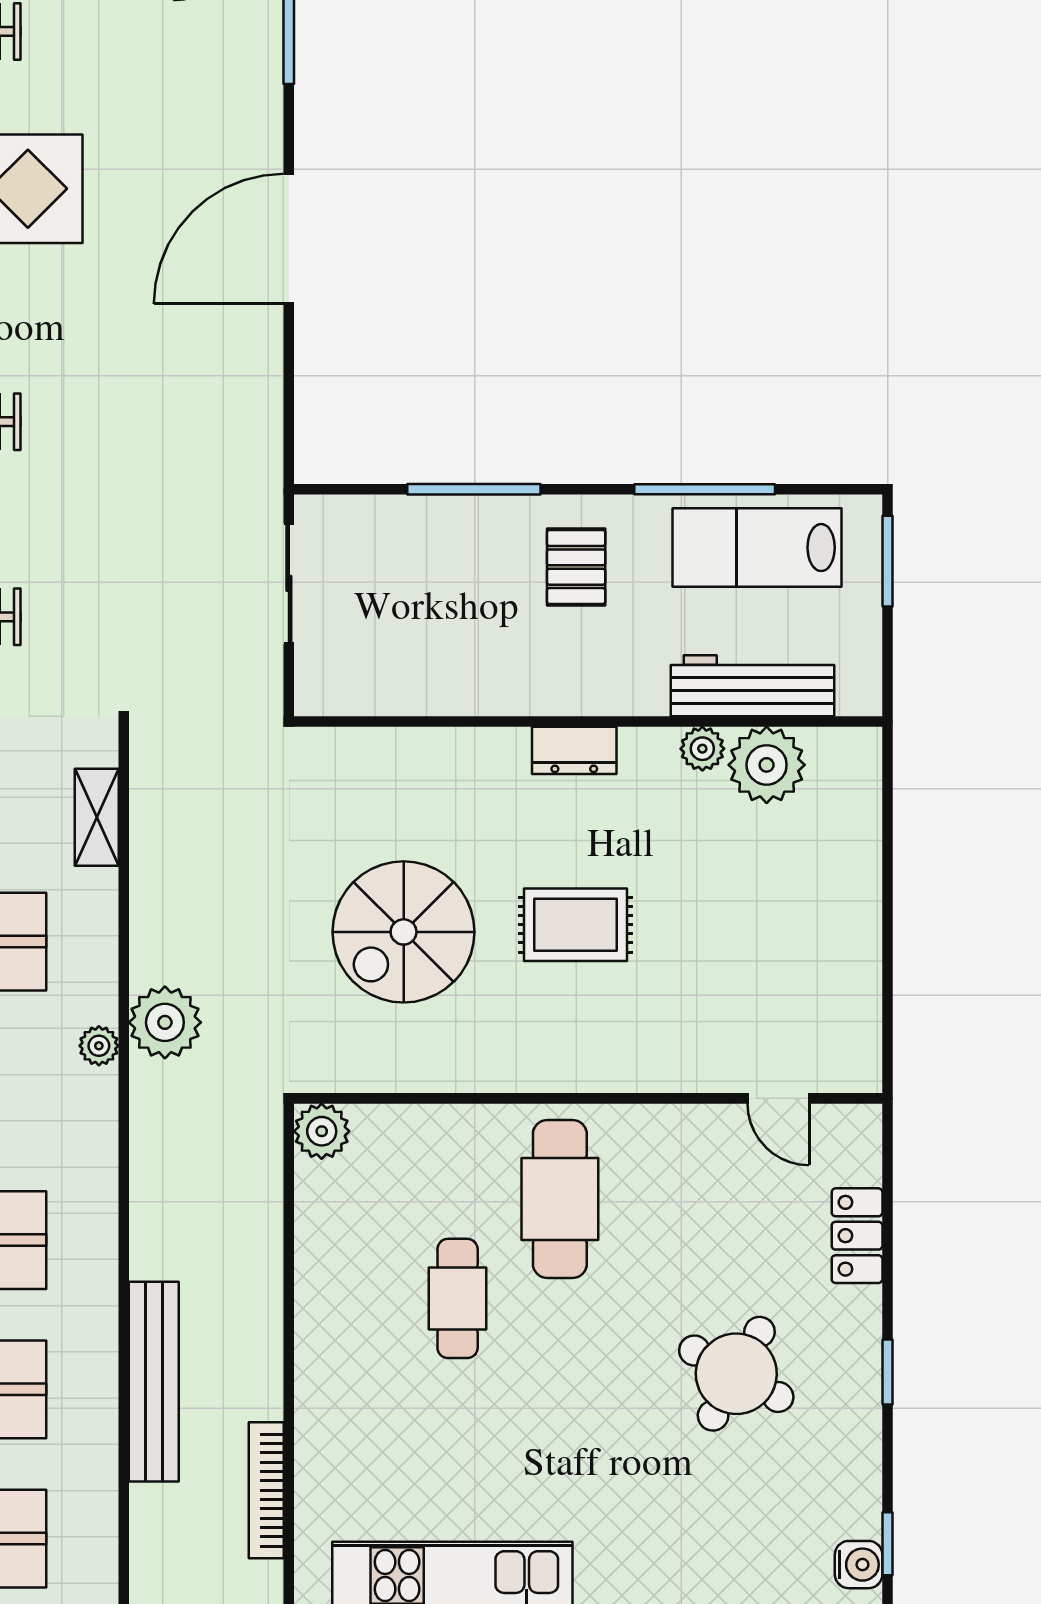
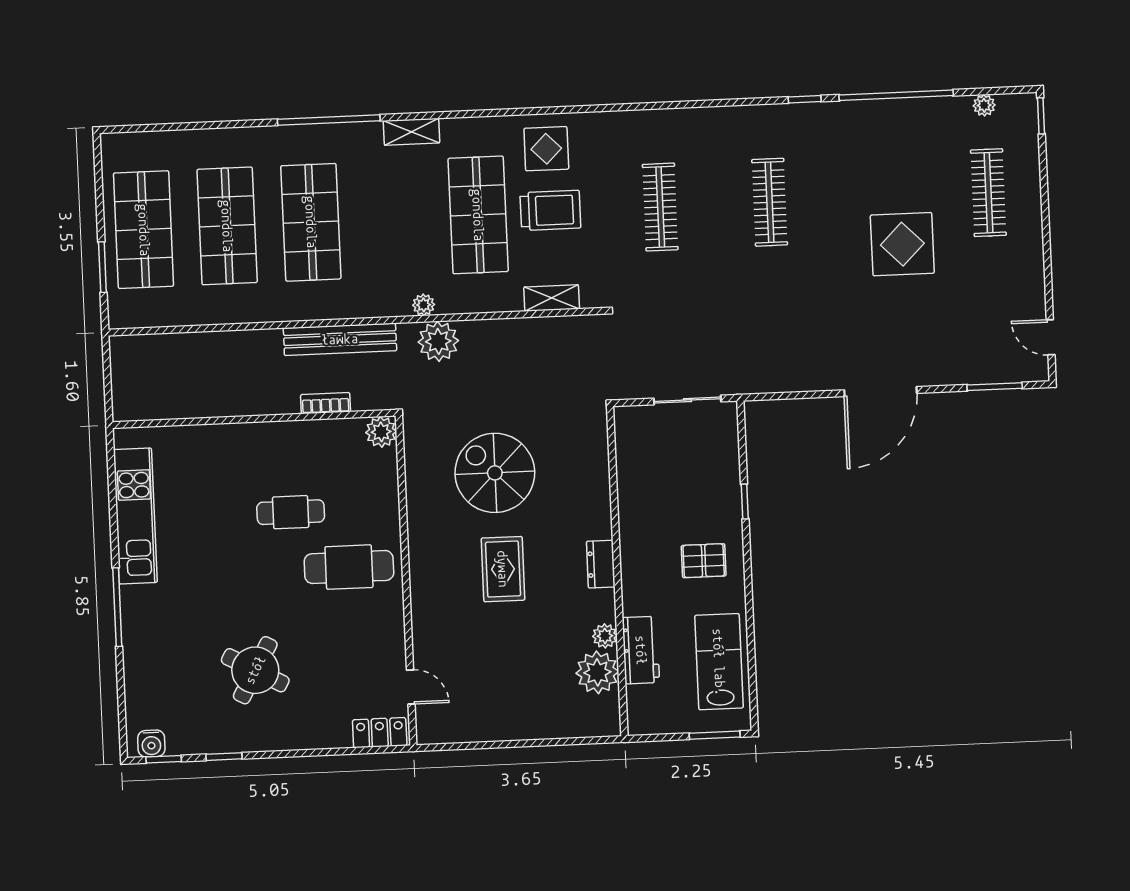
door: (289, 239) -> (880, 392), swing flipped
window: (474, 489) -> (745, 502), width x0.46
window: (705, 489) -> (750, 631), removed
workbench: (753, 686) -> (641, 650), width x0.73
door: (778, 1098) -> (411, 687), swing flipped
locker: (857, 1236) -> (380, 733), moved
window: (888, 1372) -> (224, 757), moved
bench: (154, 1382) -> (340, 339), moved
bookcase: (266, 1490) -> (326, 403), moved, width x0.64

